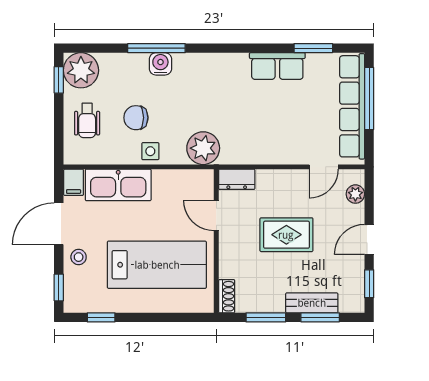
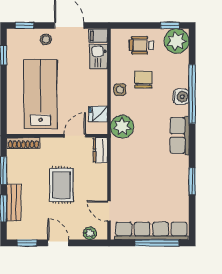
window: (156, 48) -> (192, 94), width x1.46
window: (313, 48) -> (192, 181), moved
row of seats: (277, 66) -> (180, 136), moved
fridge: (185, 182) -> (98, 114), added
kitchen sink: (118, 185) -> (98, 56), width x0.53, depth x0.81
lab bench: (157, 265) -> (40, 94), turned 180
shoe rack: (227, 296) -> (23, 143), width x1.43

